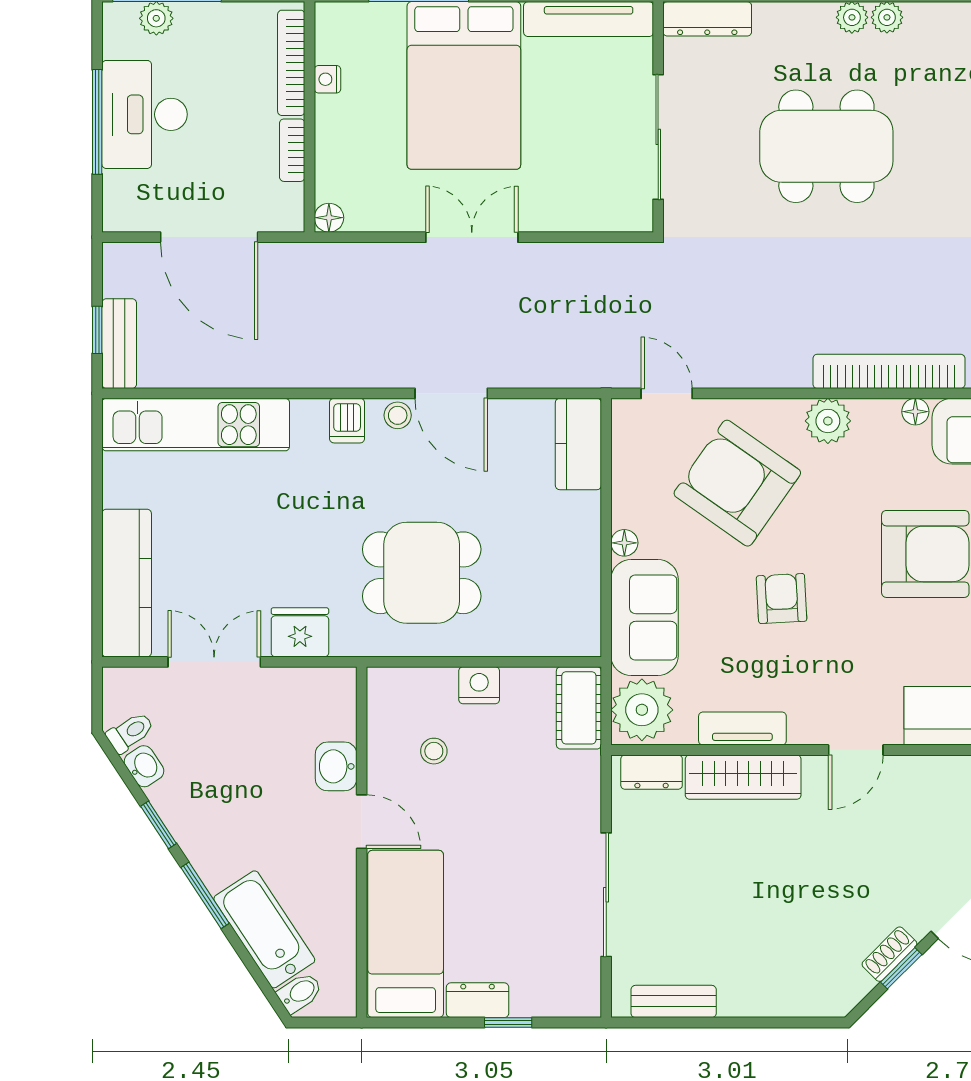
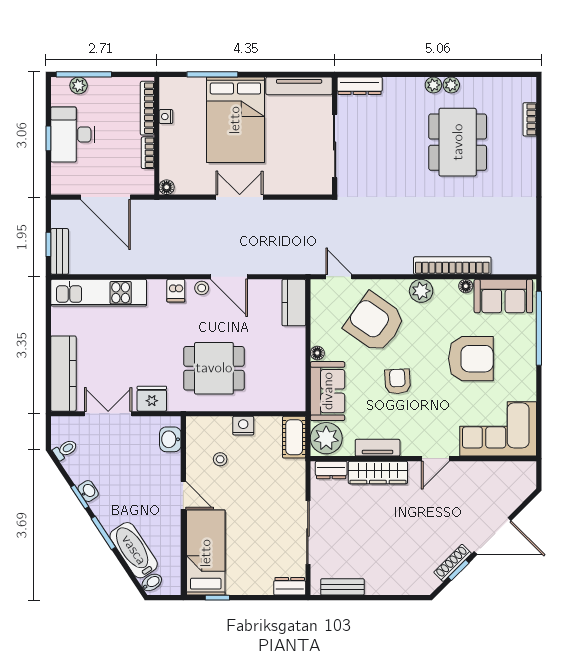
window: (97, 122) -> (48, 138), width x0.46
dining table: (826, 146) -> (458, 142), moved, turned 90
washbasin: (144, 766) -> (88, 491), moved
washbasin: (336, 766) -> (170, 439), moved
shoe rack: (890, 954) -> (453, 563), width x1.43
dresser: (478, 1000) -> (290, 586), moved
window: (508, 1022) -> (217, 598), moved

